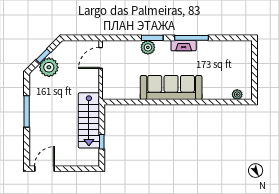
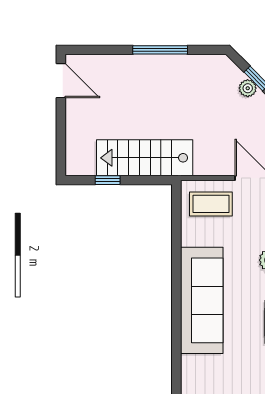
plant: (49, 67) -> (248, 88), width x0.53, depth x0.53
coffee table: (115, 82) -> (211, 204), added

